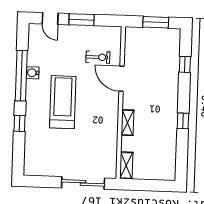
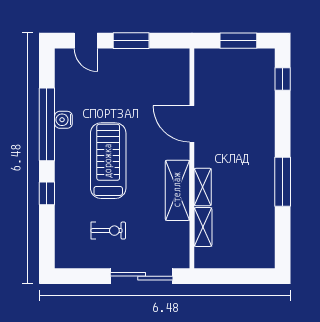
exercise bike: (98, 57) -> (108, 231), moved
window: (185, 64) -> (283, 79), moved
window: (183, 121) -> (283, 182), width x2.17
shelving: (110, 124) -> (177, 190), added
shelving: (126, 165) -> (203, 227), moved

